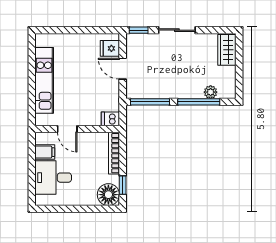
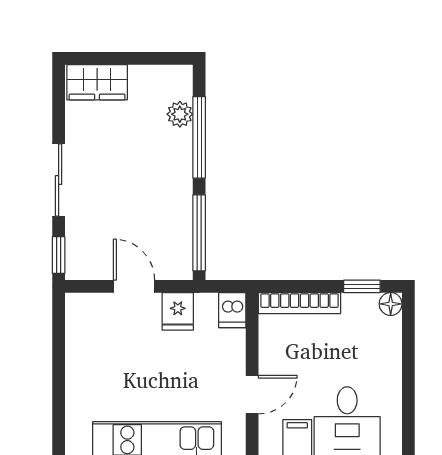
fridge: (110, 48) -> (178, 311), moved
door: (123, 69) -> (134, 286), swing flipped
floor lamp: (108, 195) -> (391, 304), width x0.53, depth x0.53

